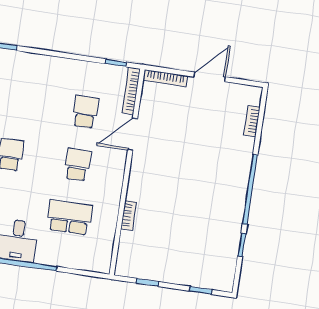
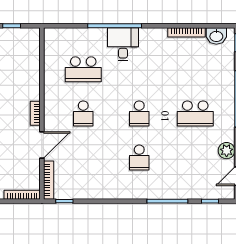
school desk: (85, 112) -> (139, 157), moved
bookcase: (129, 215) -> (35, 113), moved

